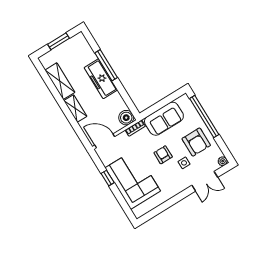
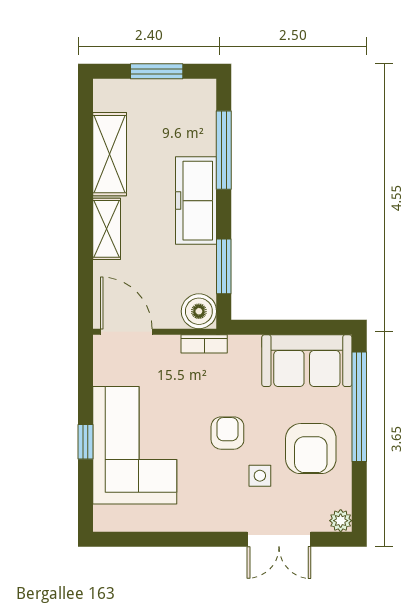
window: (106, 65) -> (224, 150), moved
window: (125, 96) -> (224, 266), added
sofa: (164, 119) -> (307, 361), moved
window: (108, 178) -> (85, 442), moved

